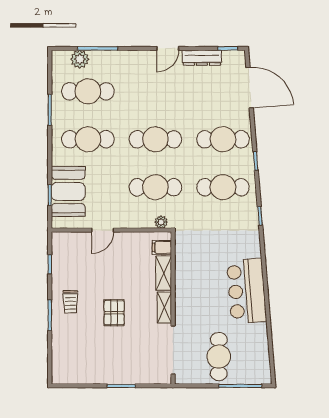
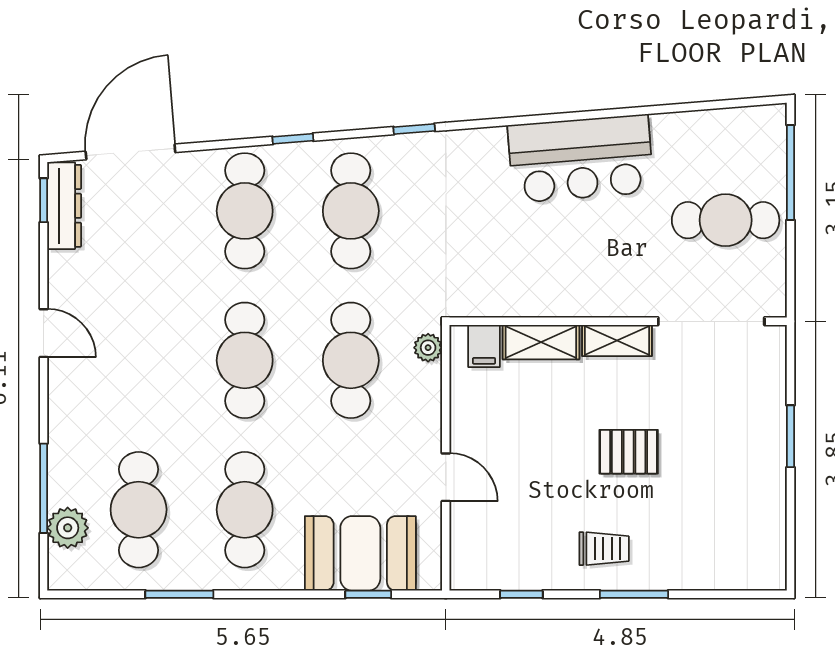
dresser: (202, 58) -> (64, 206), moved

